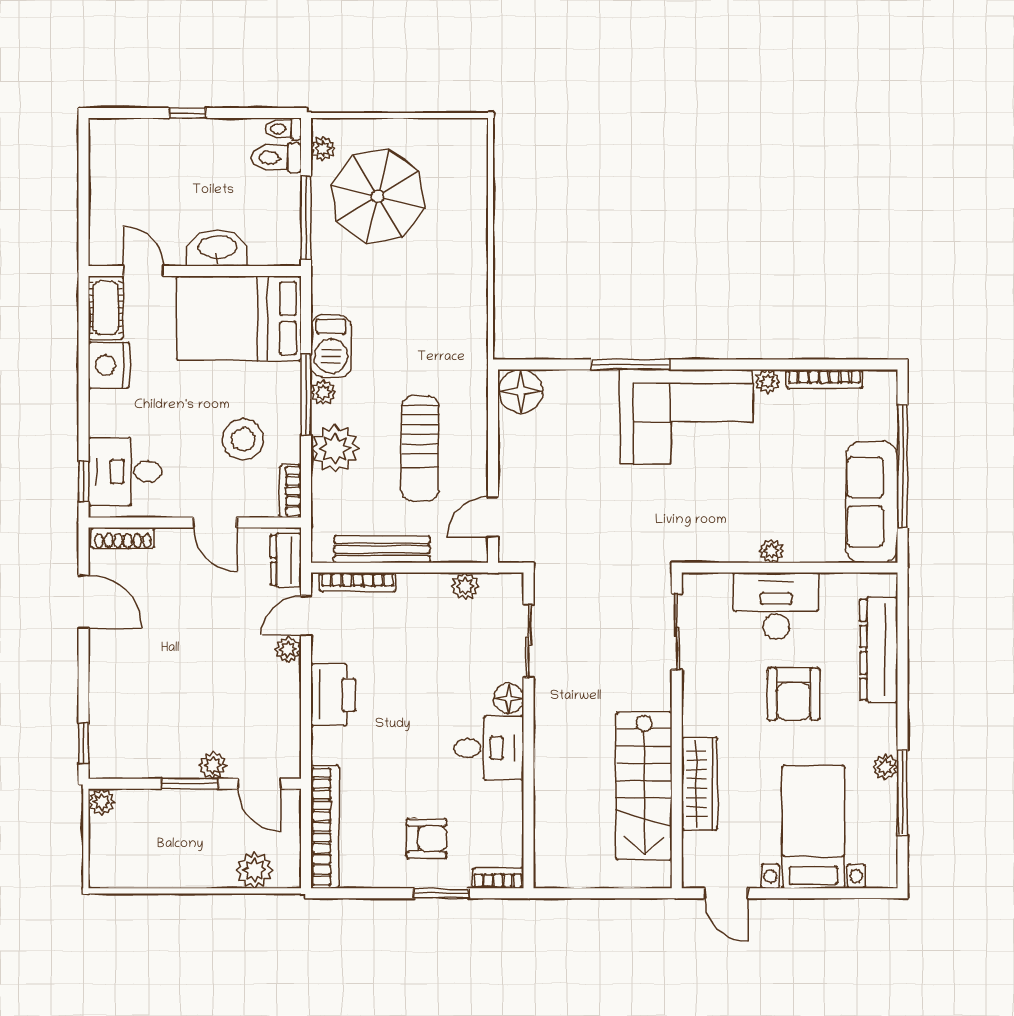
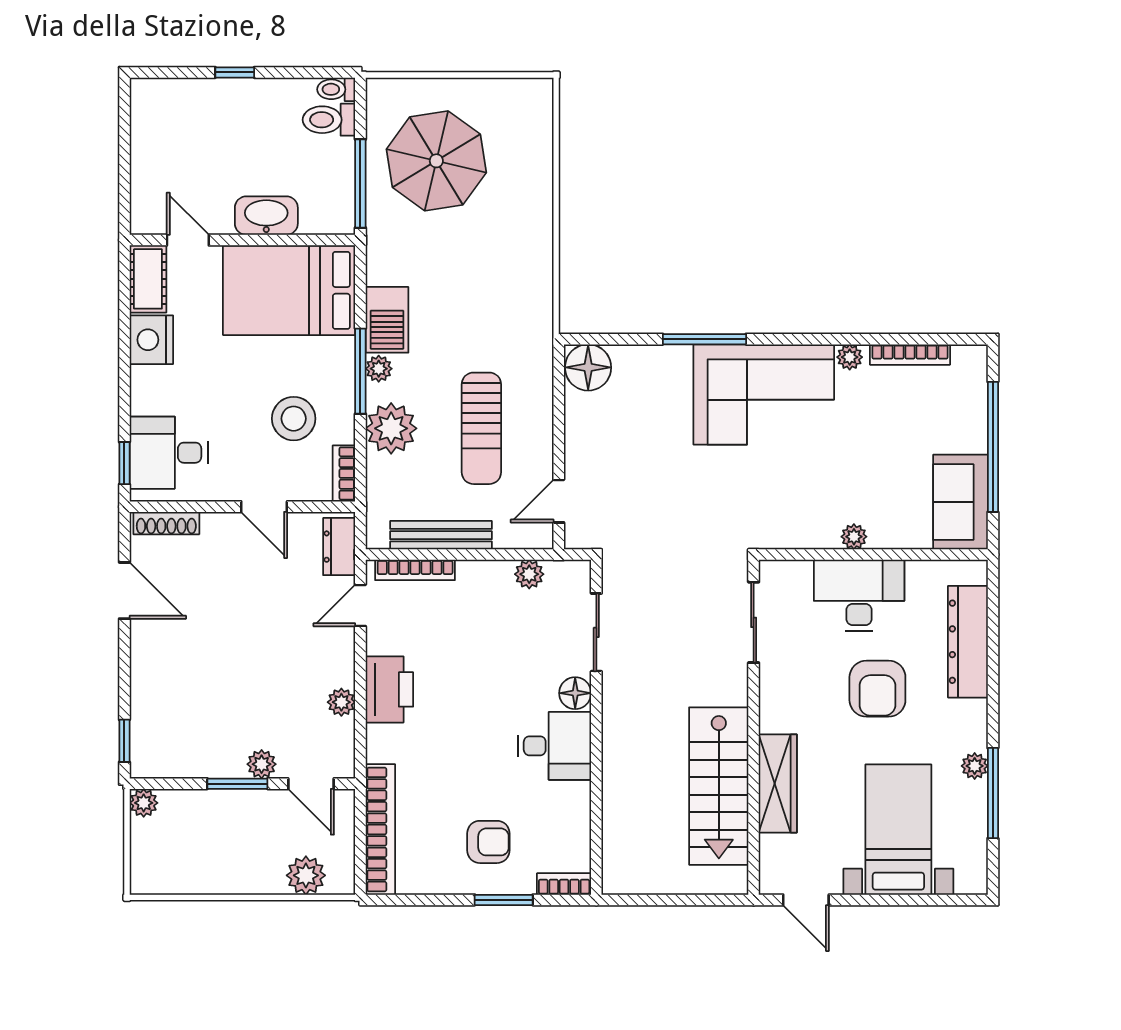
plant: (323, 148) -> (379, 110), removed
sofa: (872, 502) -> (960, 502), width x0.73
plant: (288, 649) -> (341, 702), moved

